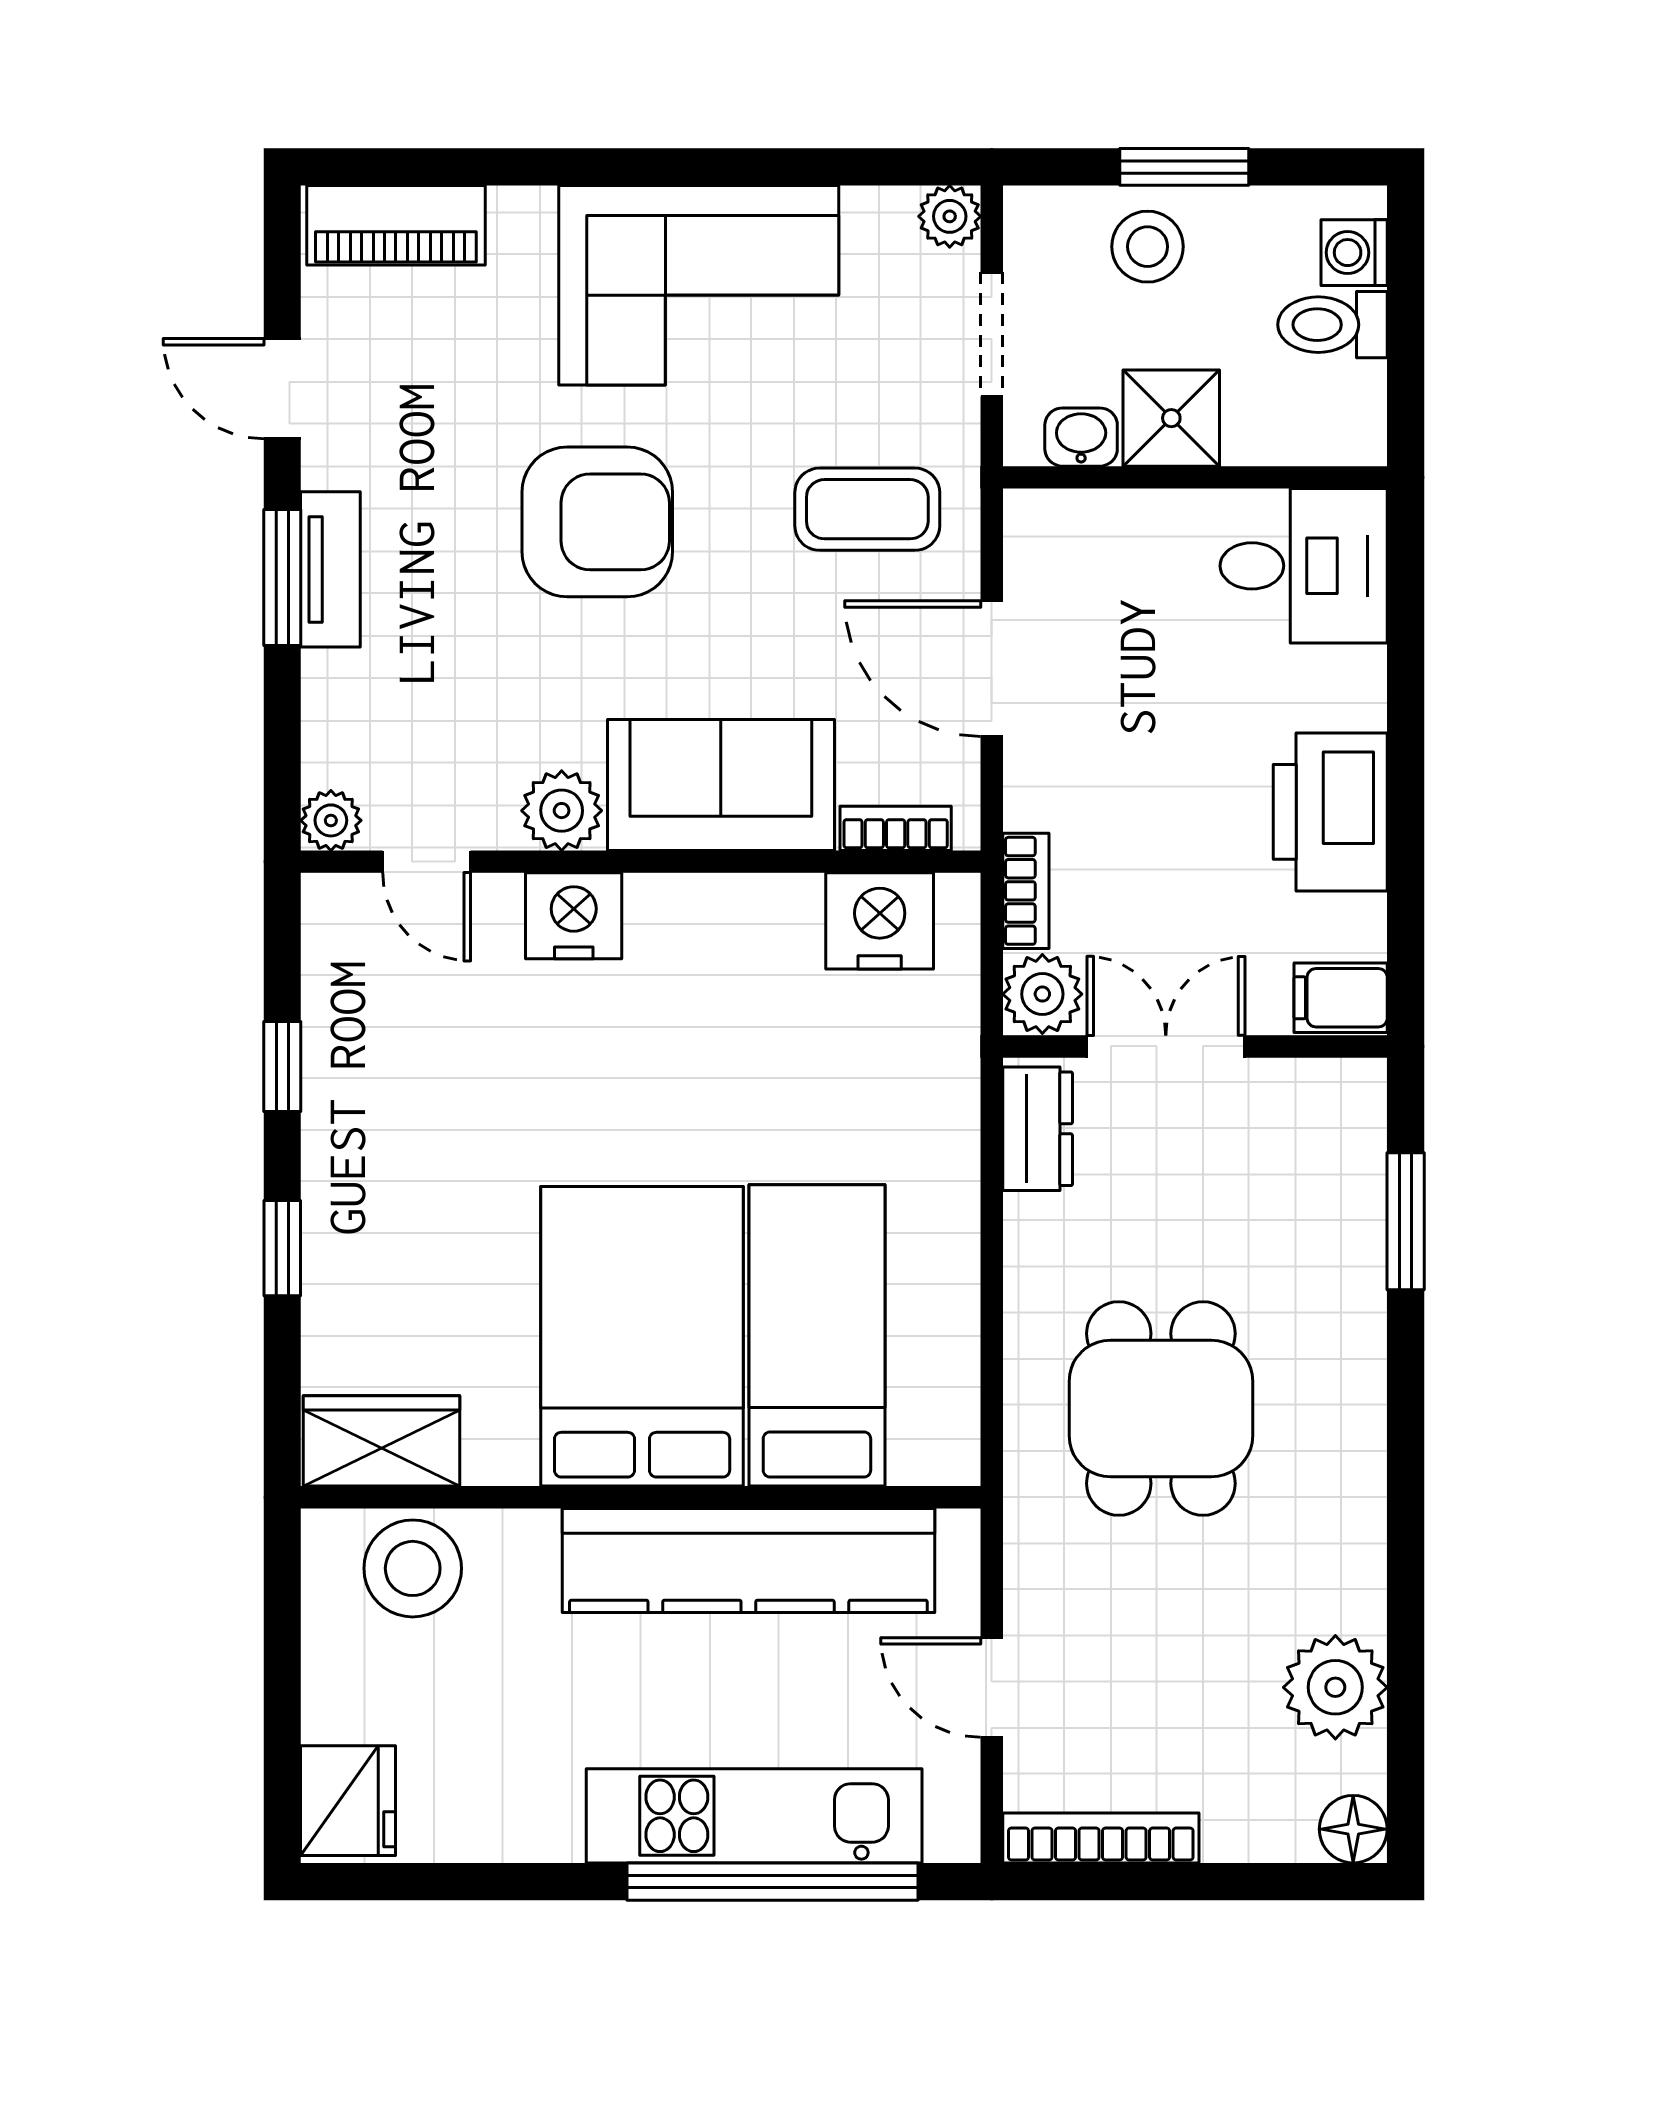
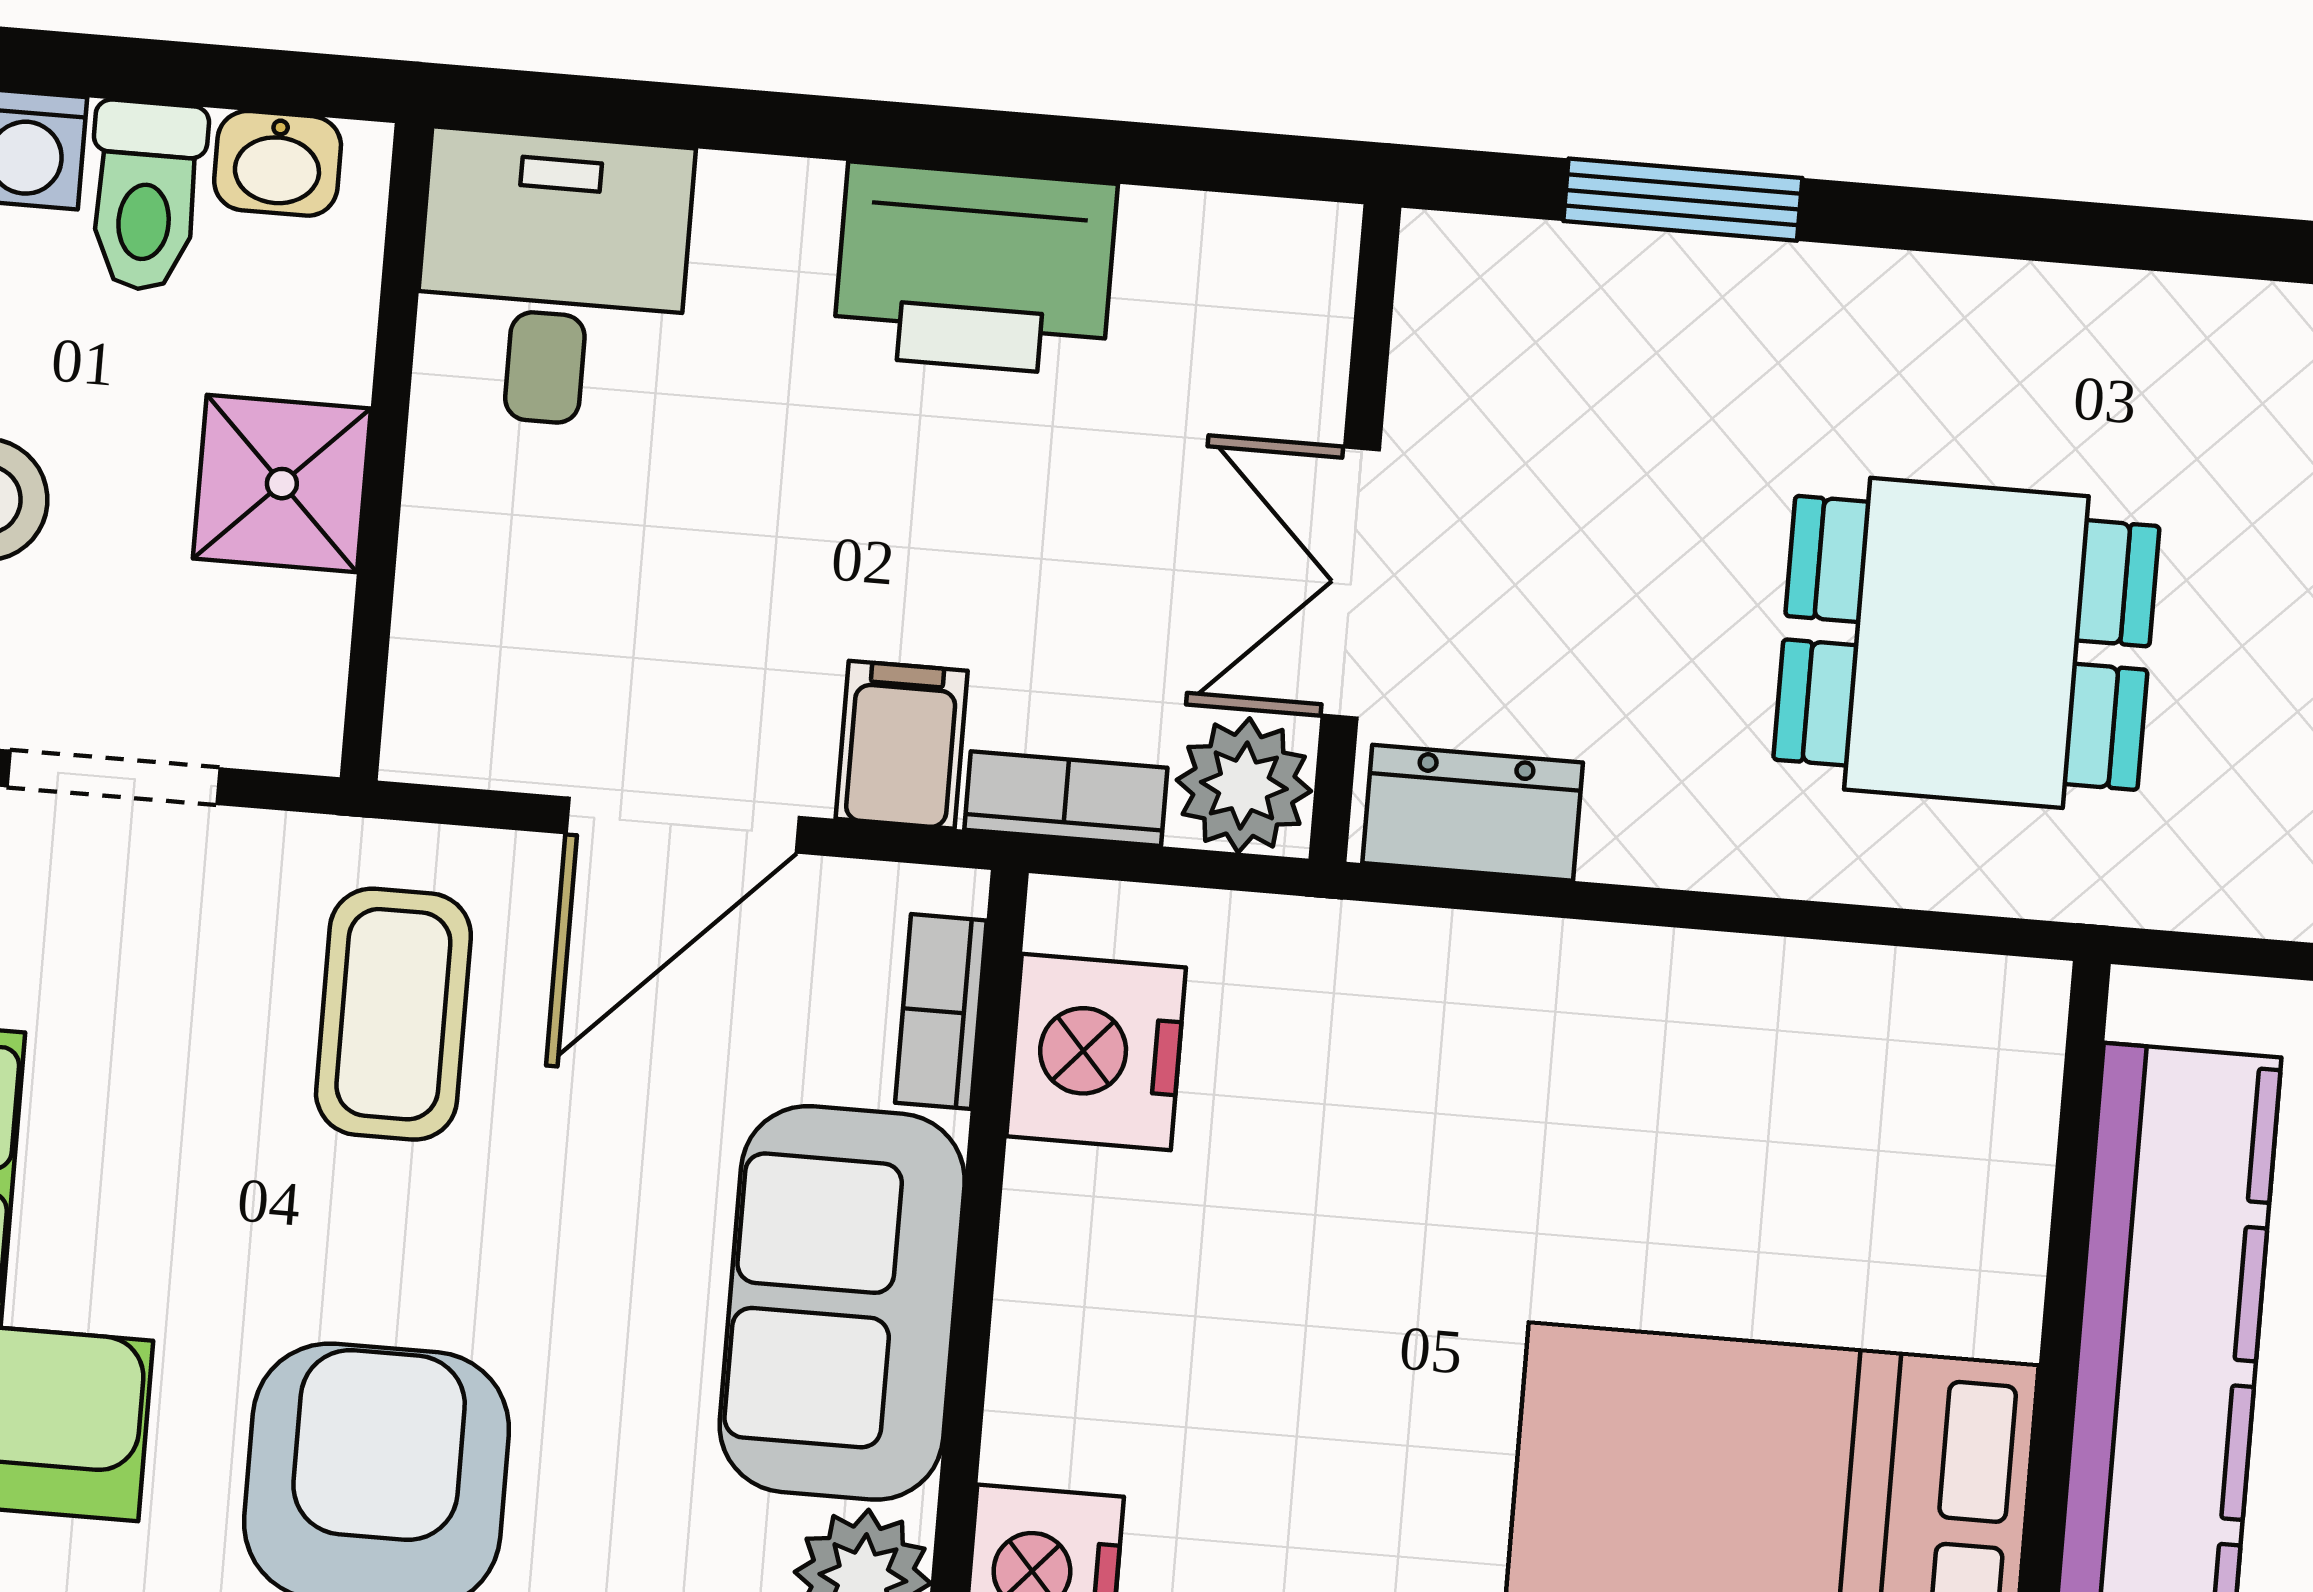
washbasin: (1081, 437) -> (278, 163), moved, turned -90
filing cabinet: (1341, 998) -> (902, 745), moved, turned 180
bed: (817, 1335) -> (1793, 1218), removed

